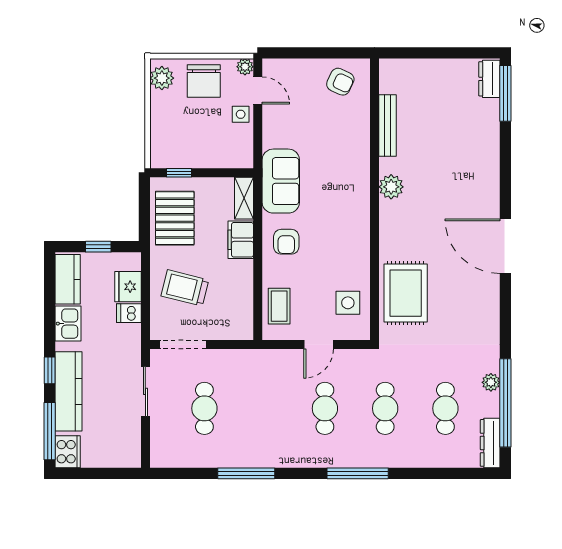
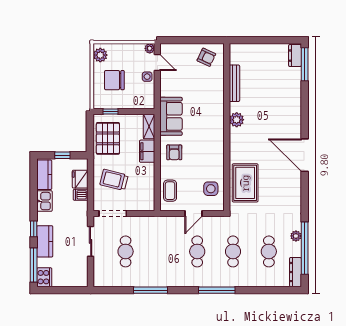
chair: (204, 81) -> (114, 80), moved, turned 90
kitchen counter: (69, 391) -> (45, 241), width x0.67

